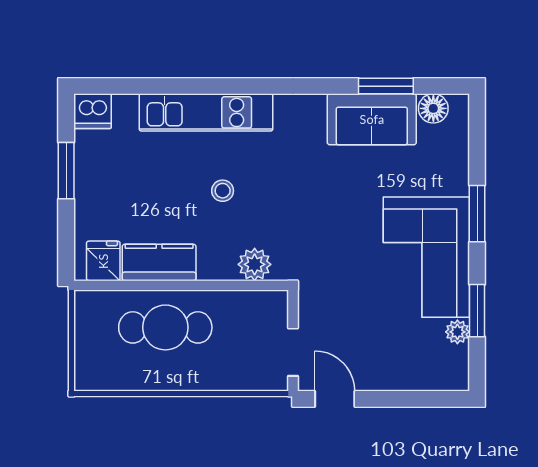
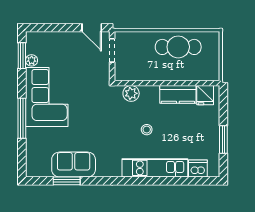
floor lamp: (433, 108) -> (43, 170), removed
dishwasher: (93, 111) -> (198, 169), moved
window: (477, 214) -> (22, 118), width x1.44
window: (477, 311) -> (22, 56), moved
cafe table: (165, 327) -> (178, 47), moved

